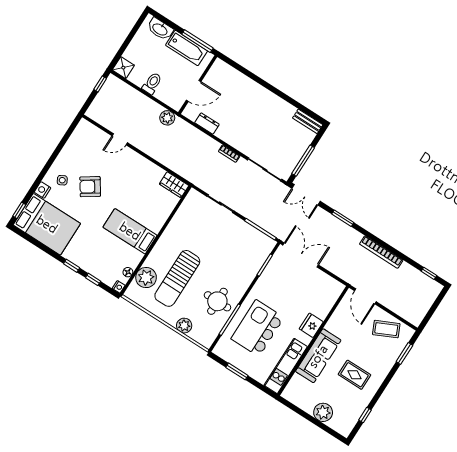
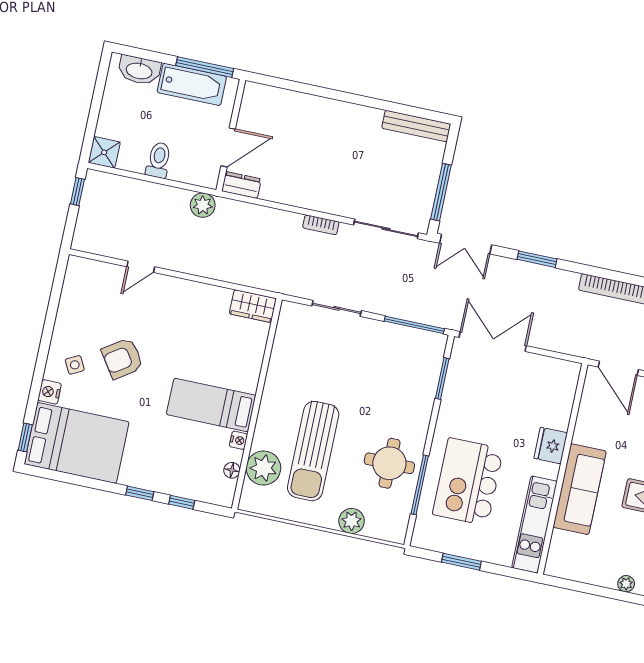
bench: (308, 121) -> (416, 126), width x1.36
dresser: (207, 123) -> (241, 185), moved
nightstand: (119, 287) -> (239, 440), moved
plant: (323, 412) -> (626, 584), width x0.53, depth x0.53

